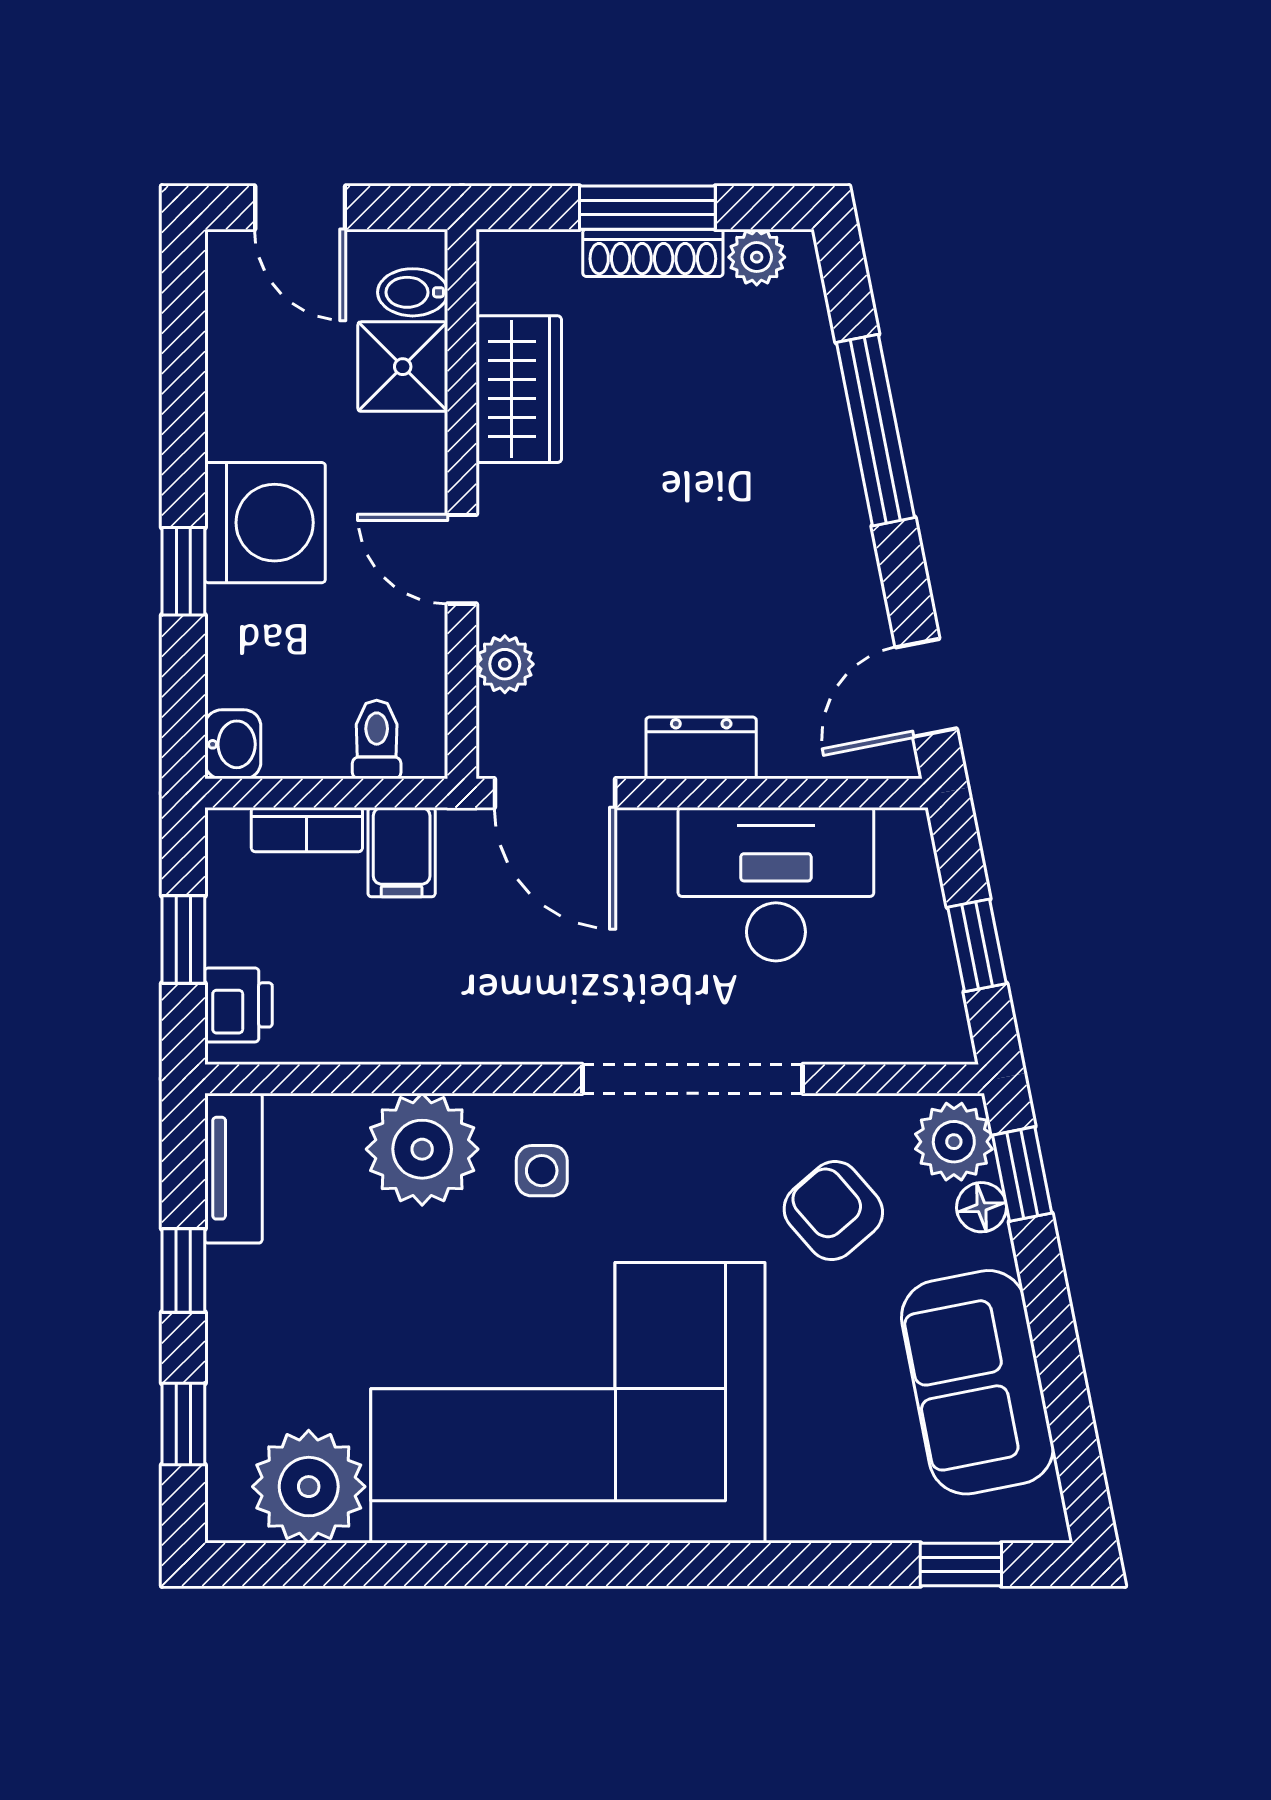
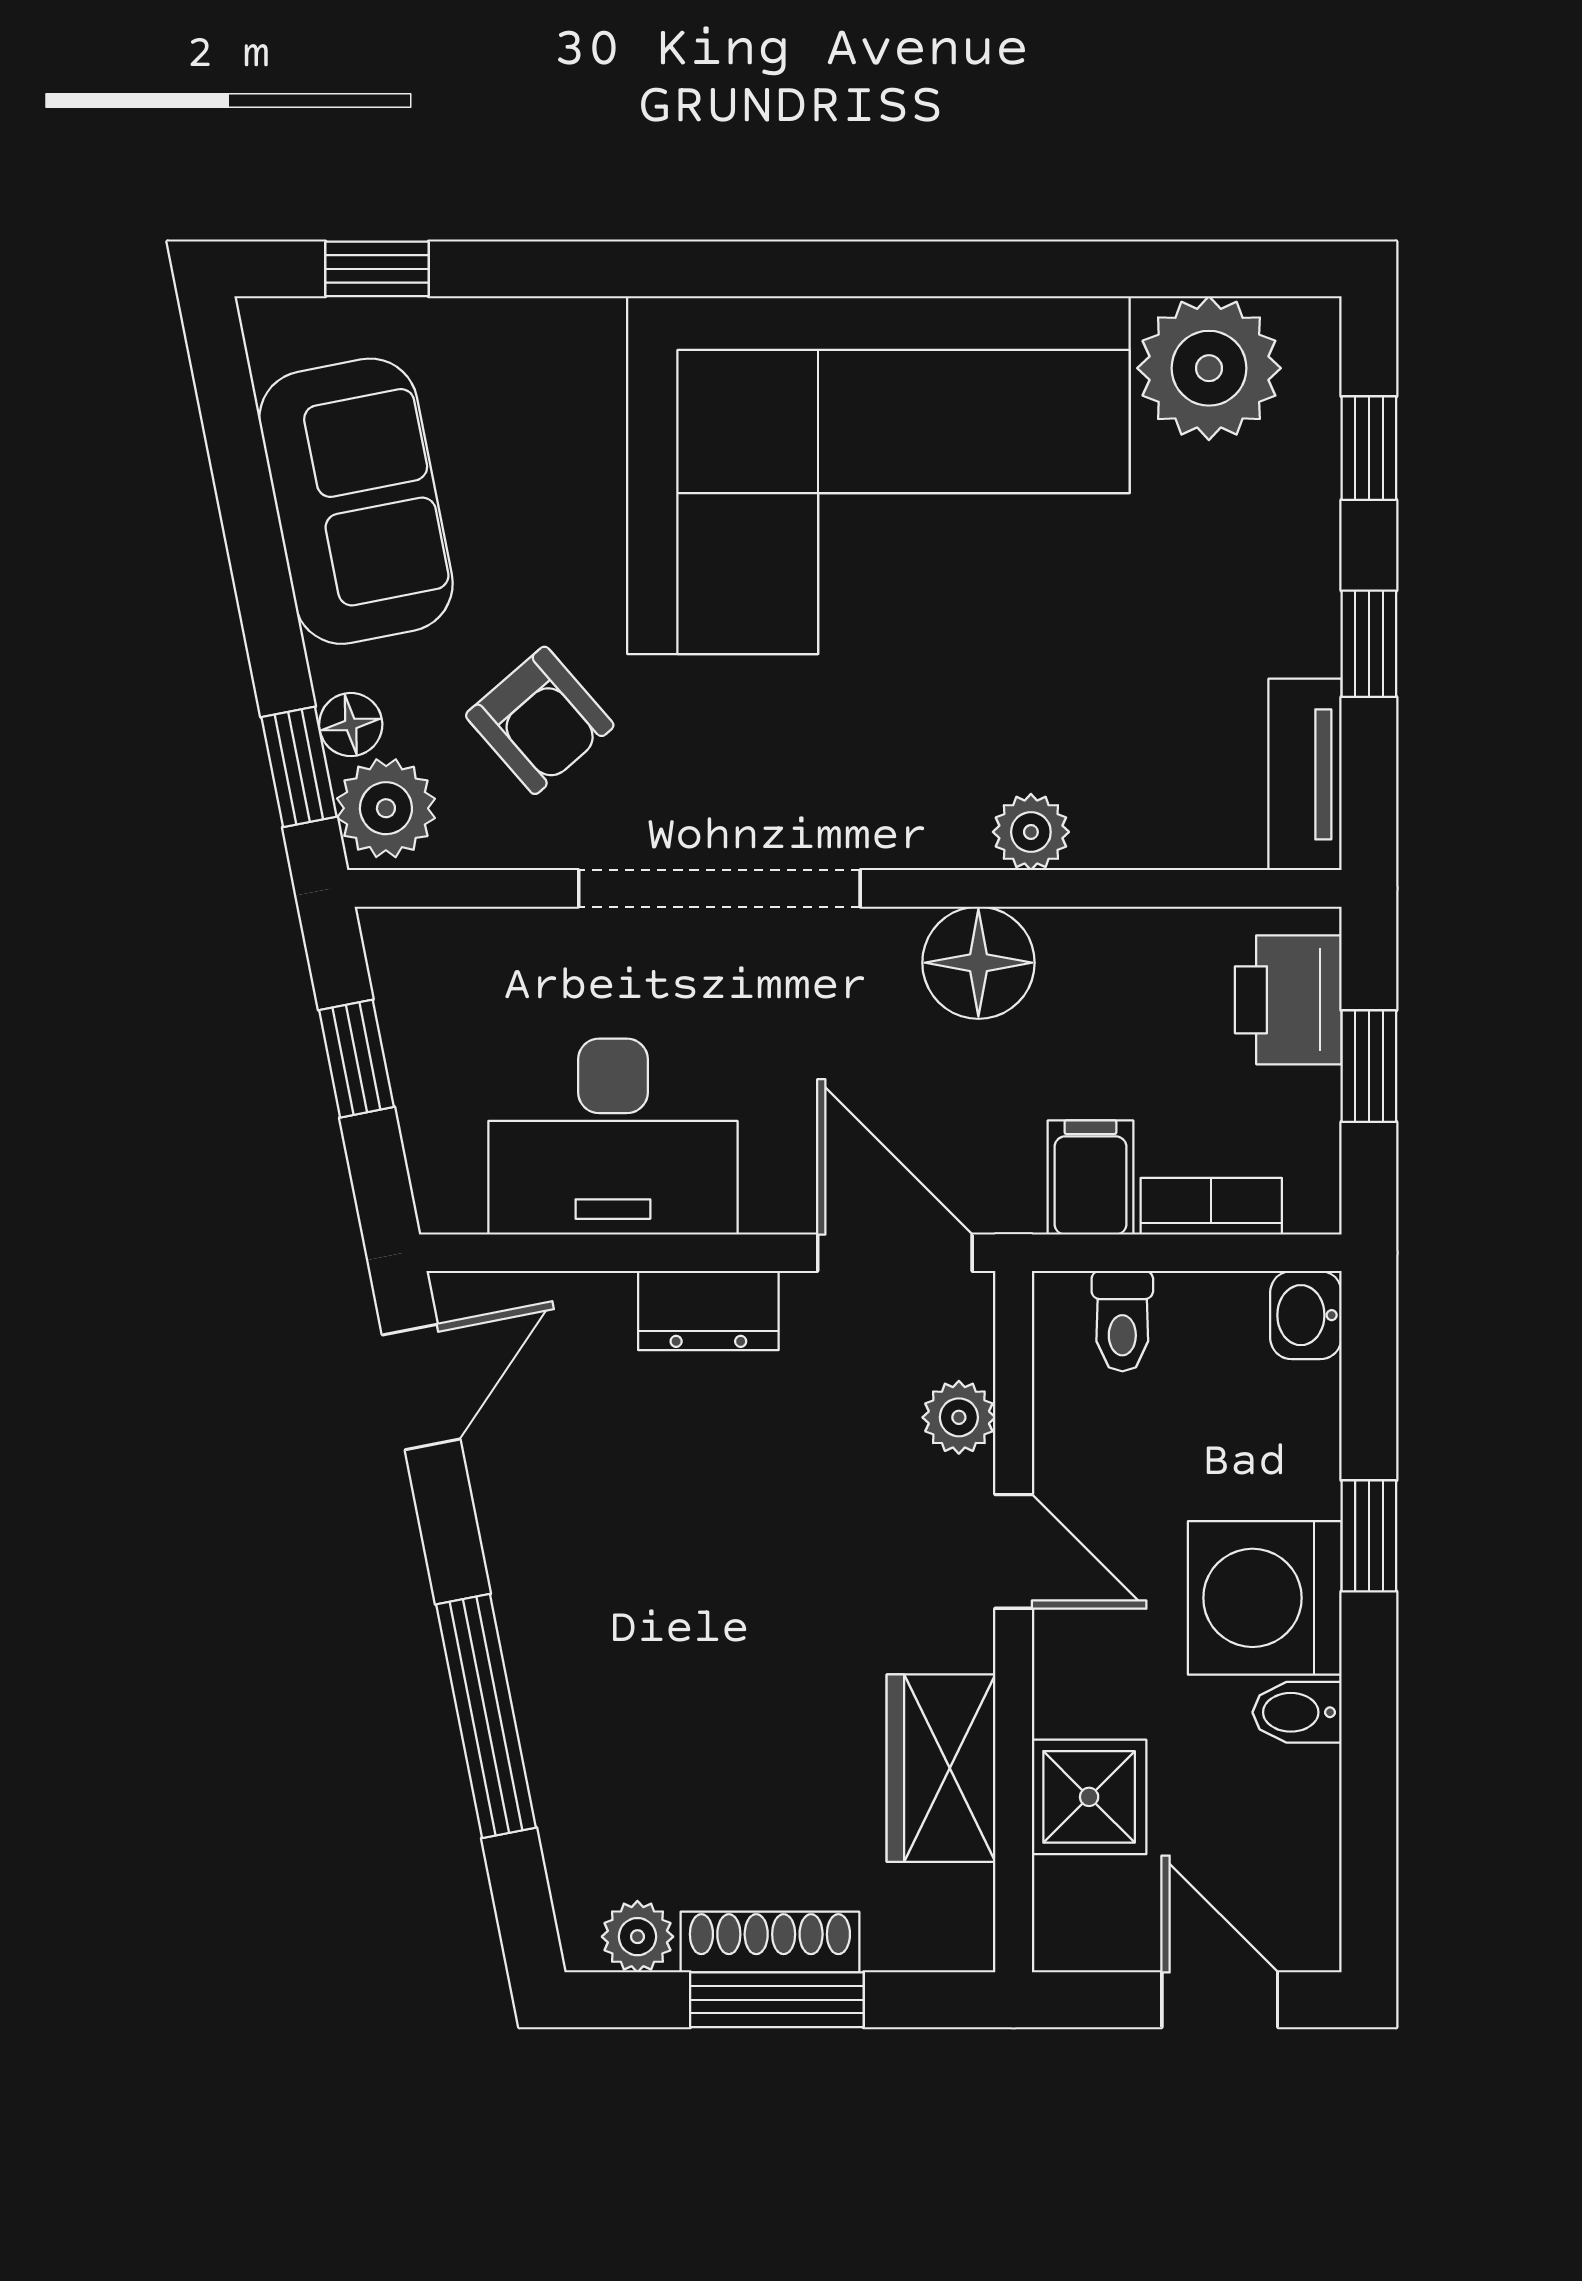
bidet: (413, 292) -> (1297, 1712), moved, turned 180
printer: (238, 1005) -> (1288, 1000), width x1.36, depth x1.24
floor lamp: (489, 1021) -> (978, 963), added
plant: (422, 1149) -> (1031, 832), width x0.53, depth x0.53
side table: (542, 1171) -> (912, 771), removed

